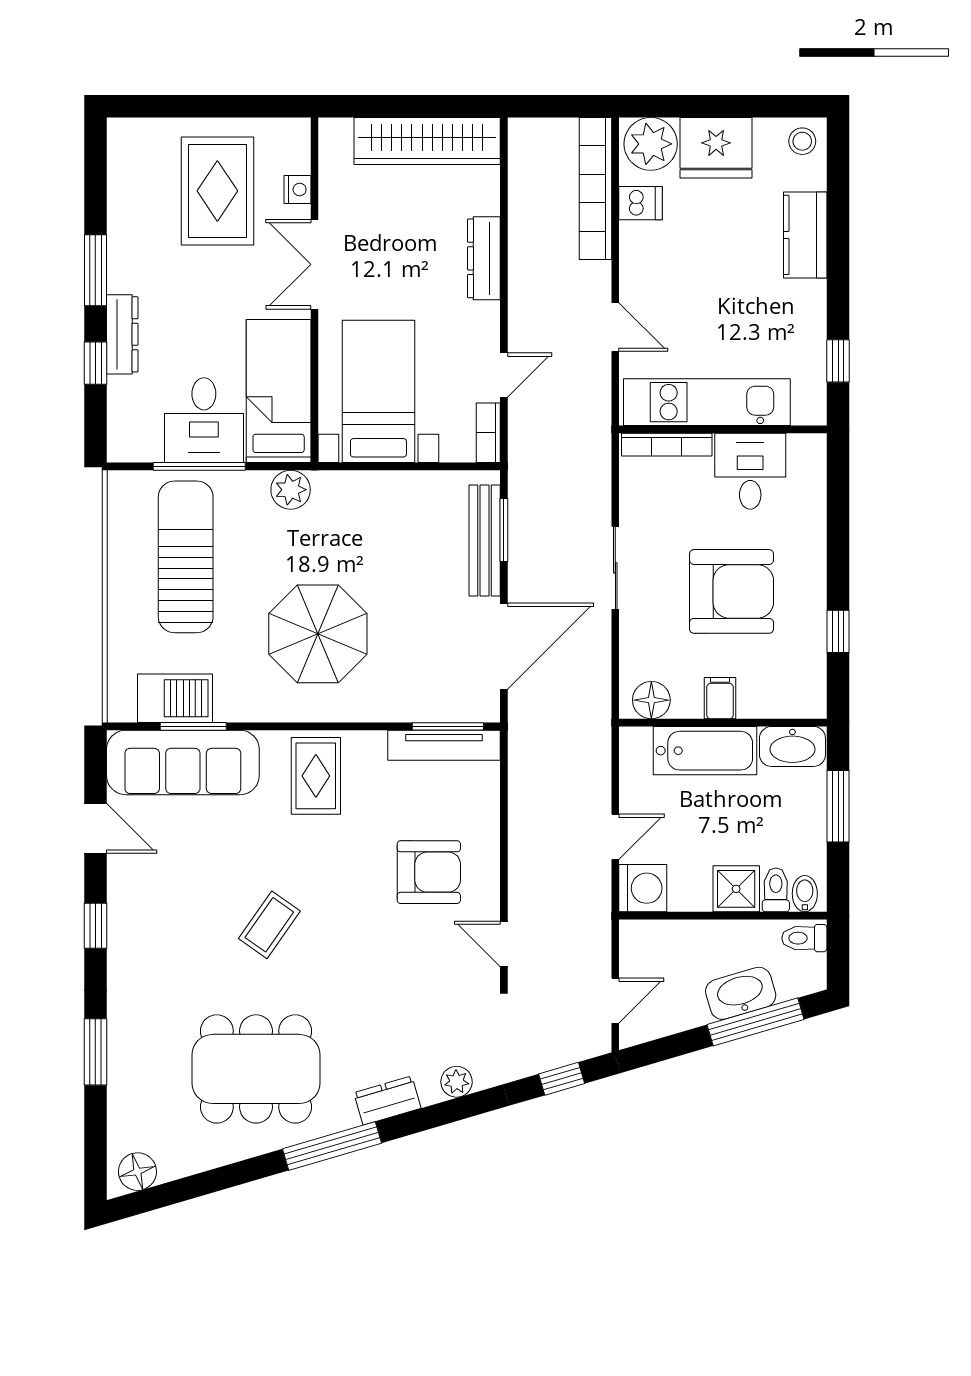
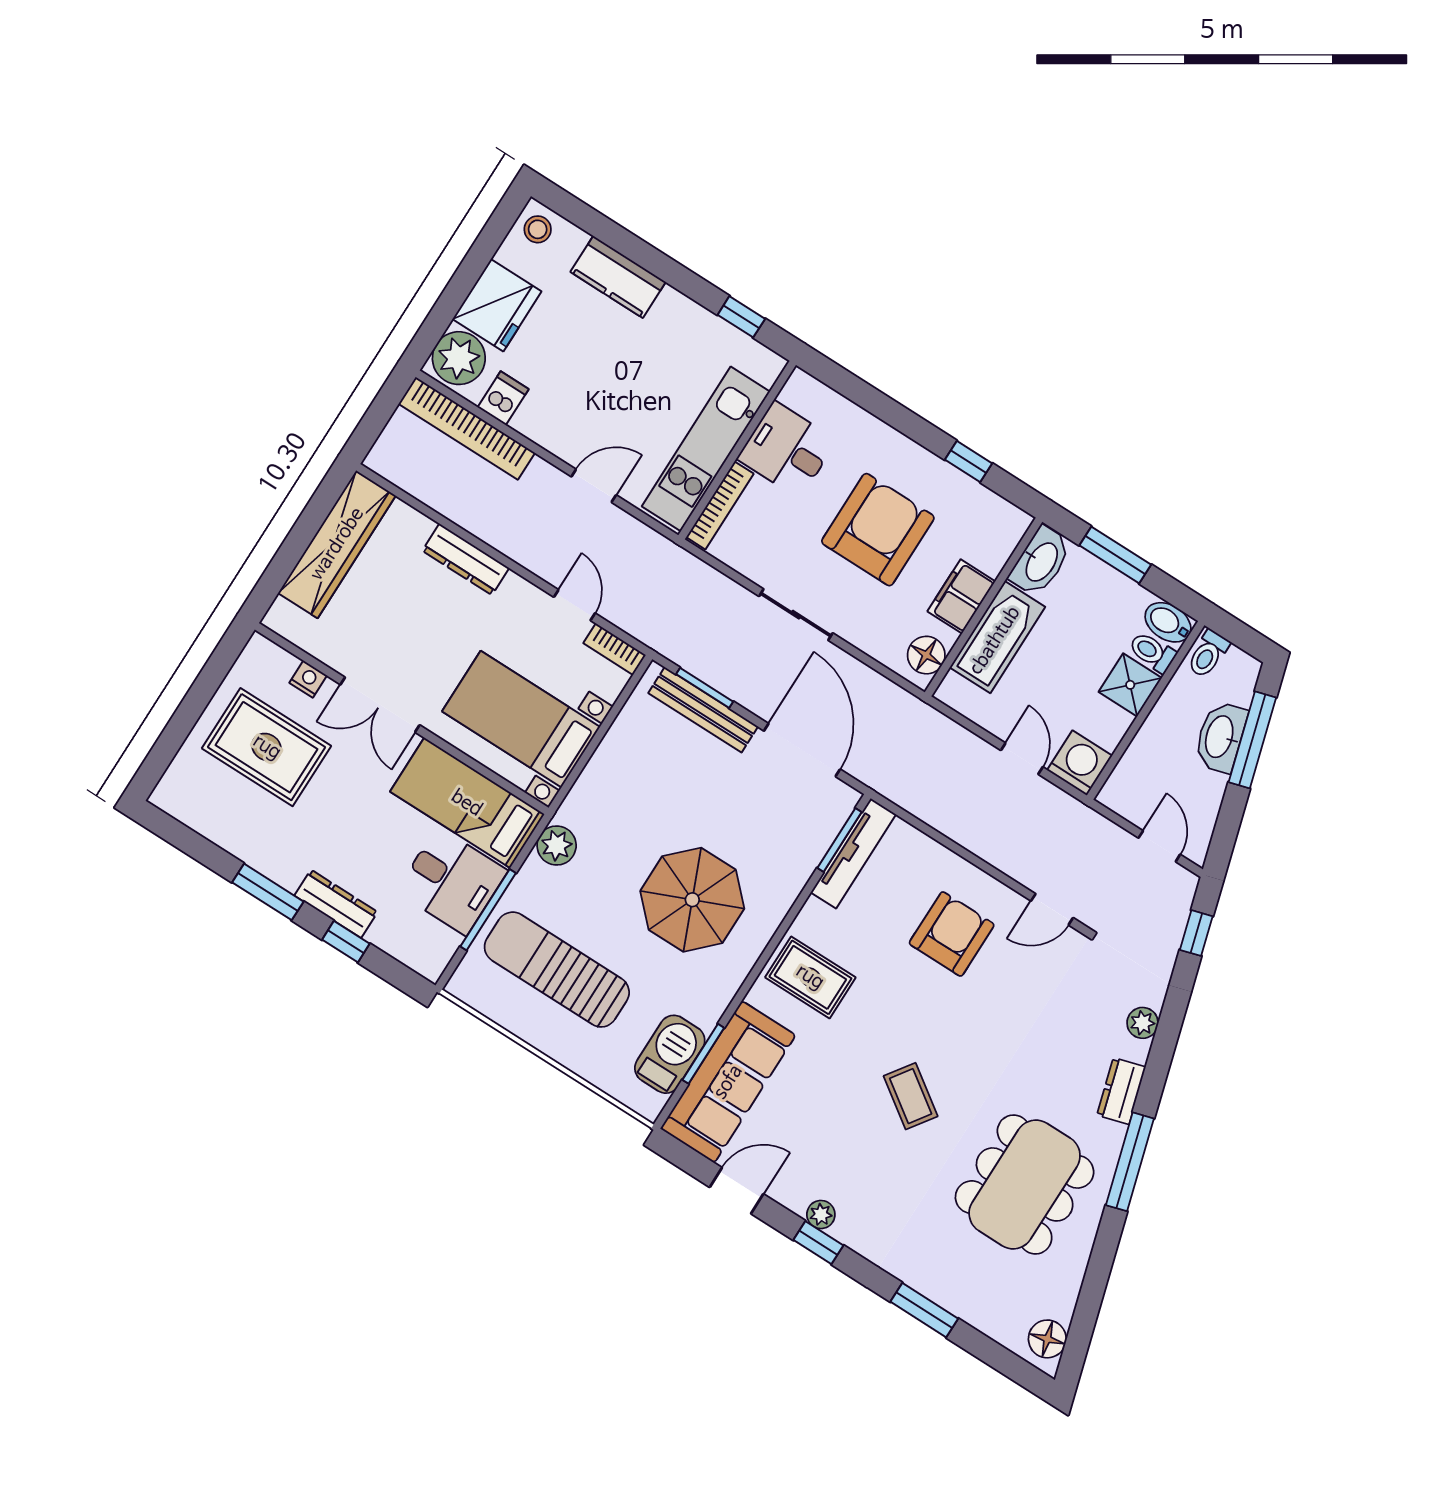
filing cabinet: (720, 698) -> (961, 596), width x2.00
bidet: (805, 894) -> (1168, 622), width x1.38, depth x1.36
plant: (121, 913) -> (821, 1215), added

